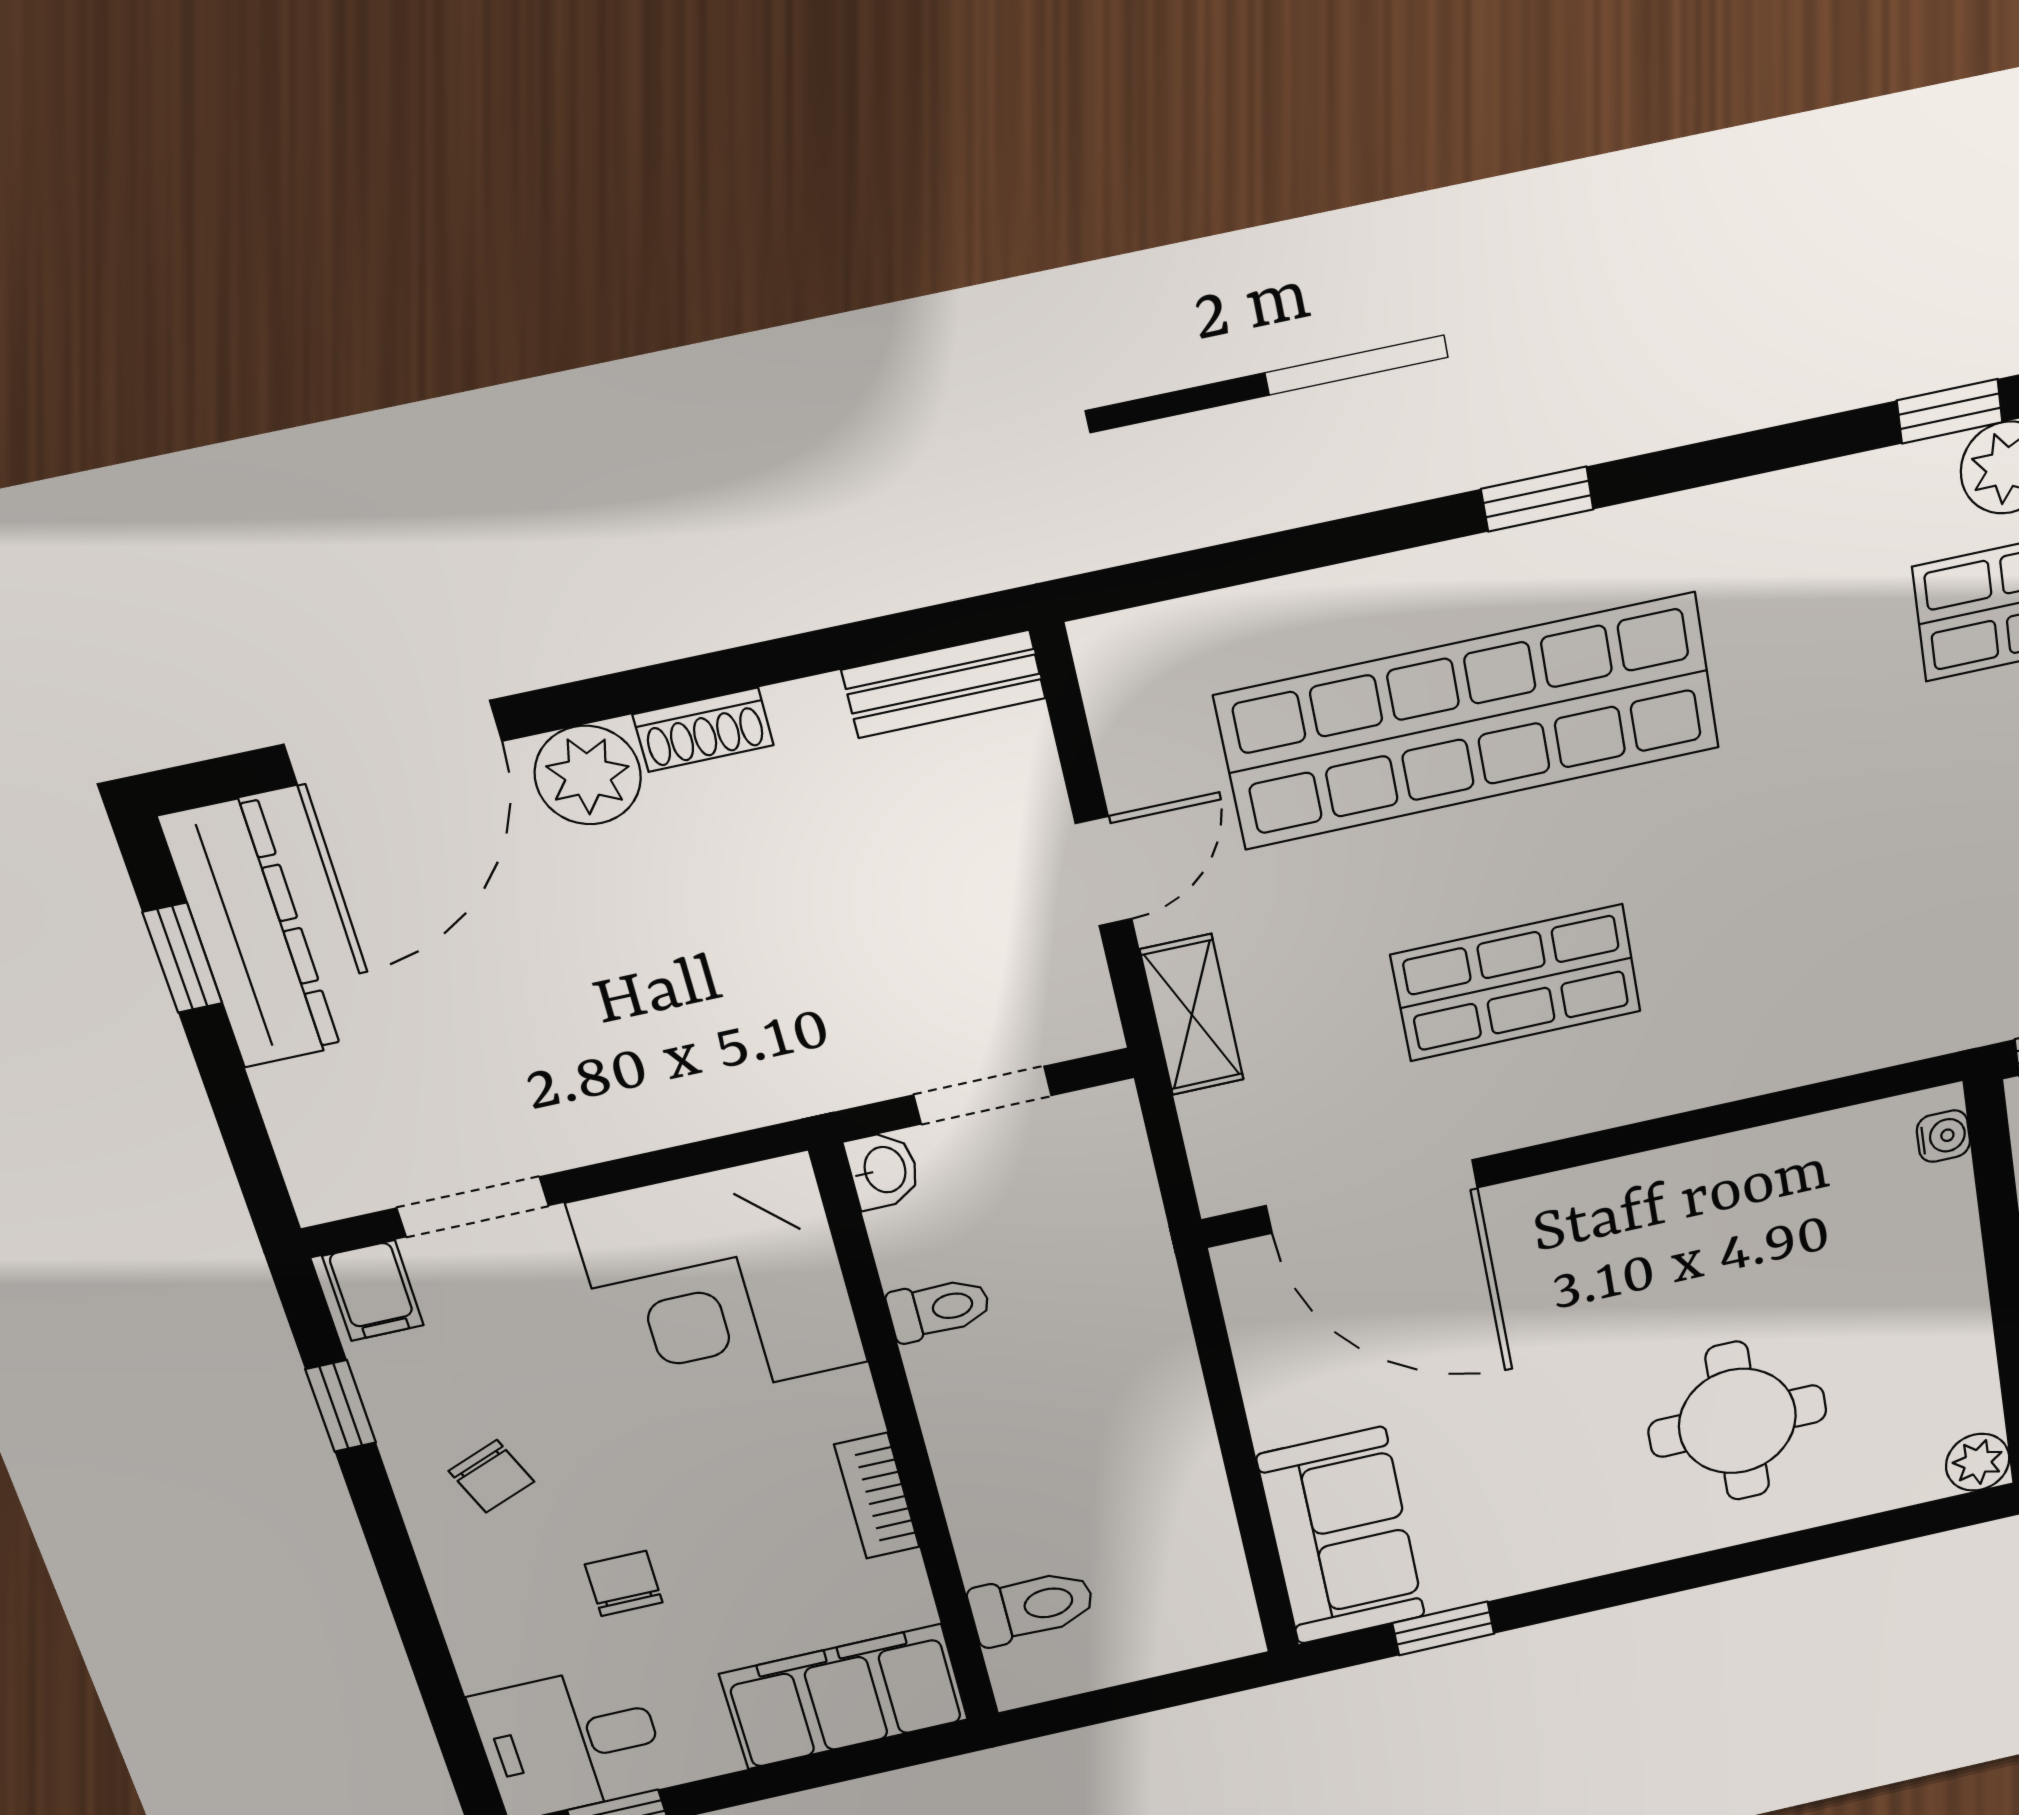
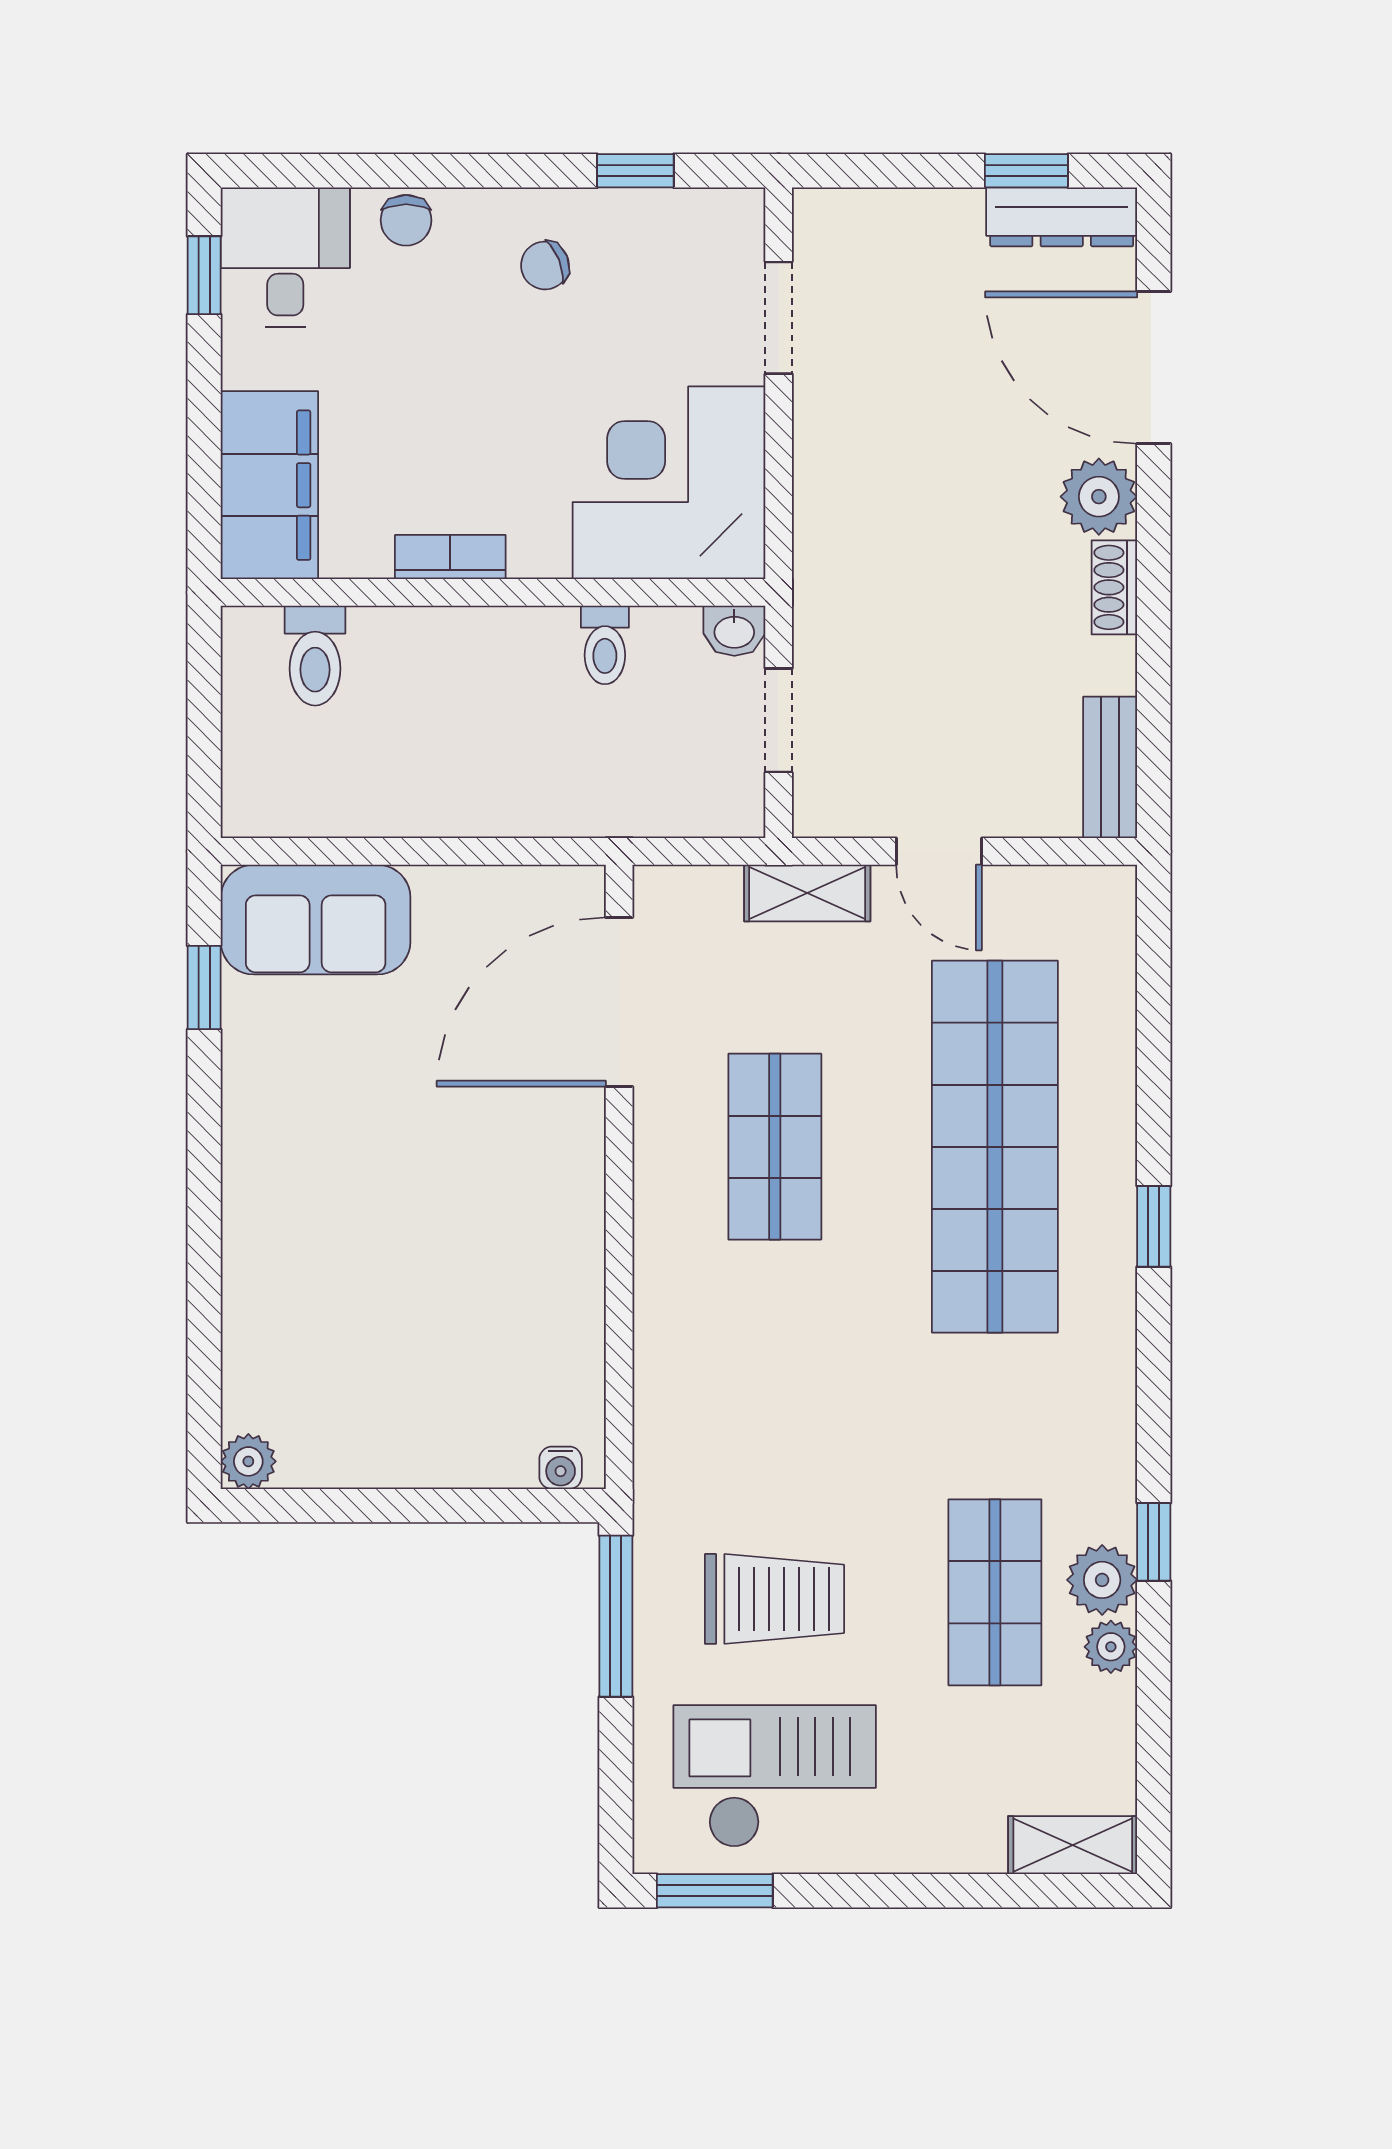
dresser: (250, 933) -> (1062, 217), width x0.73, depth x0.80
filing cabinet: (373, 1291) -> (727, 224), removed
round table: (1737, 1421) -> (340, 1264), removed
chair: (624, 1583) -> (406, 220), moved, turned 90

